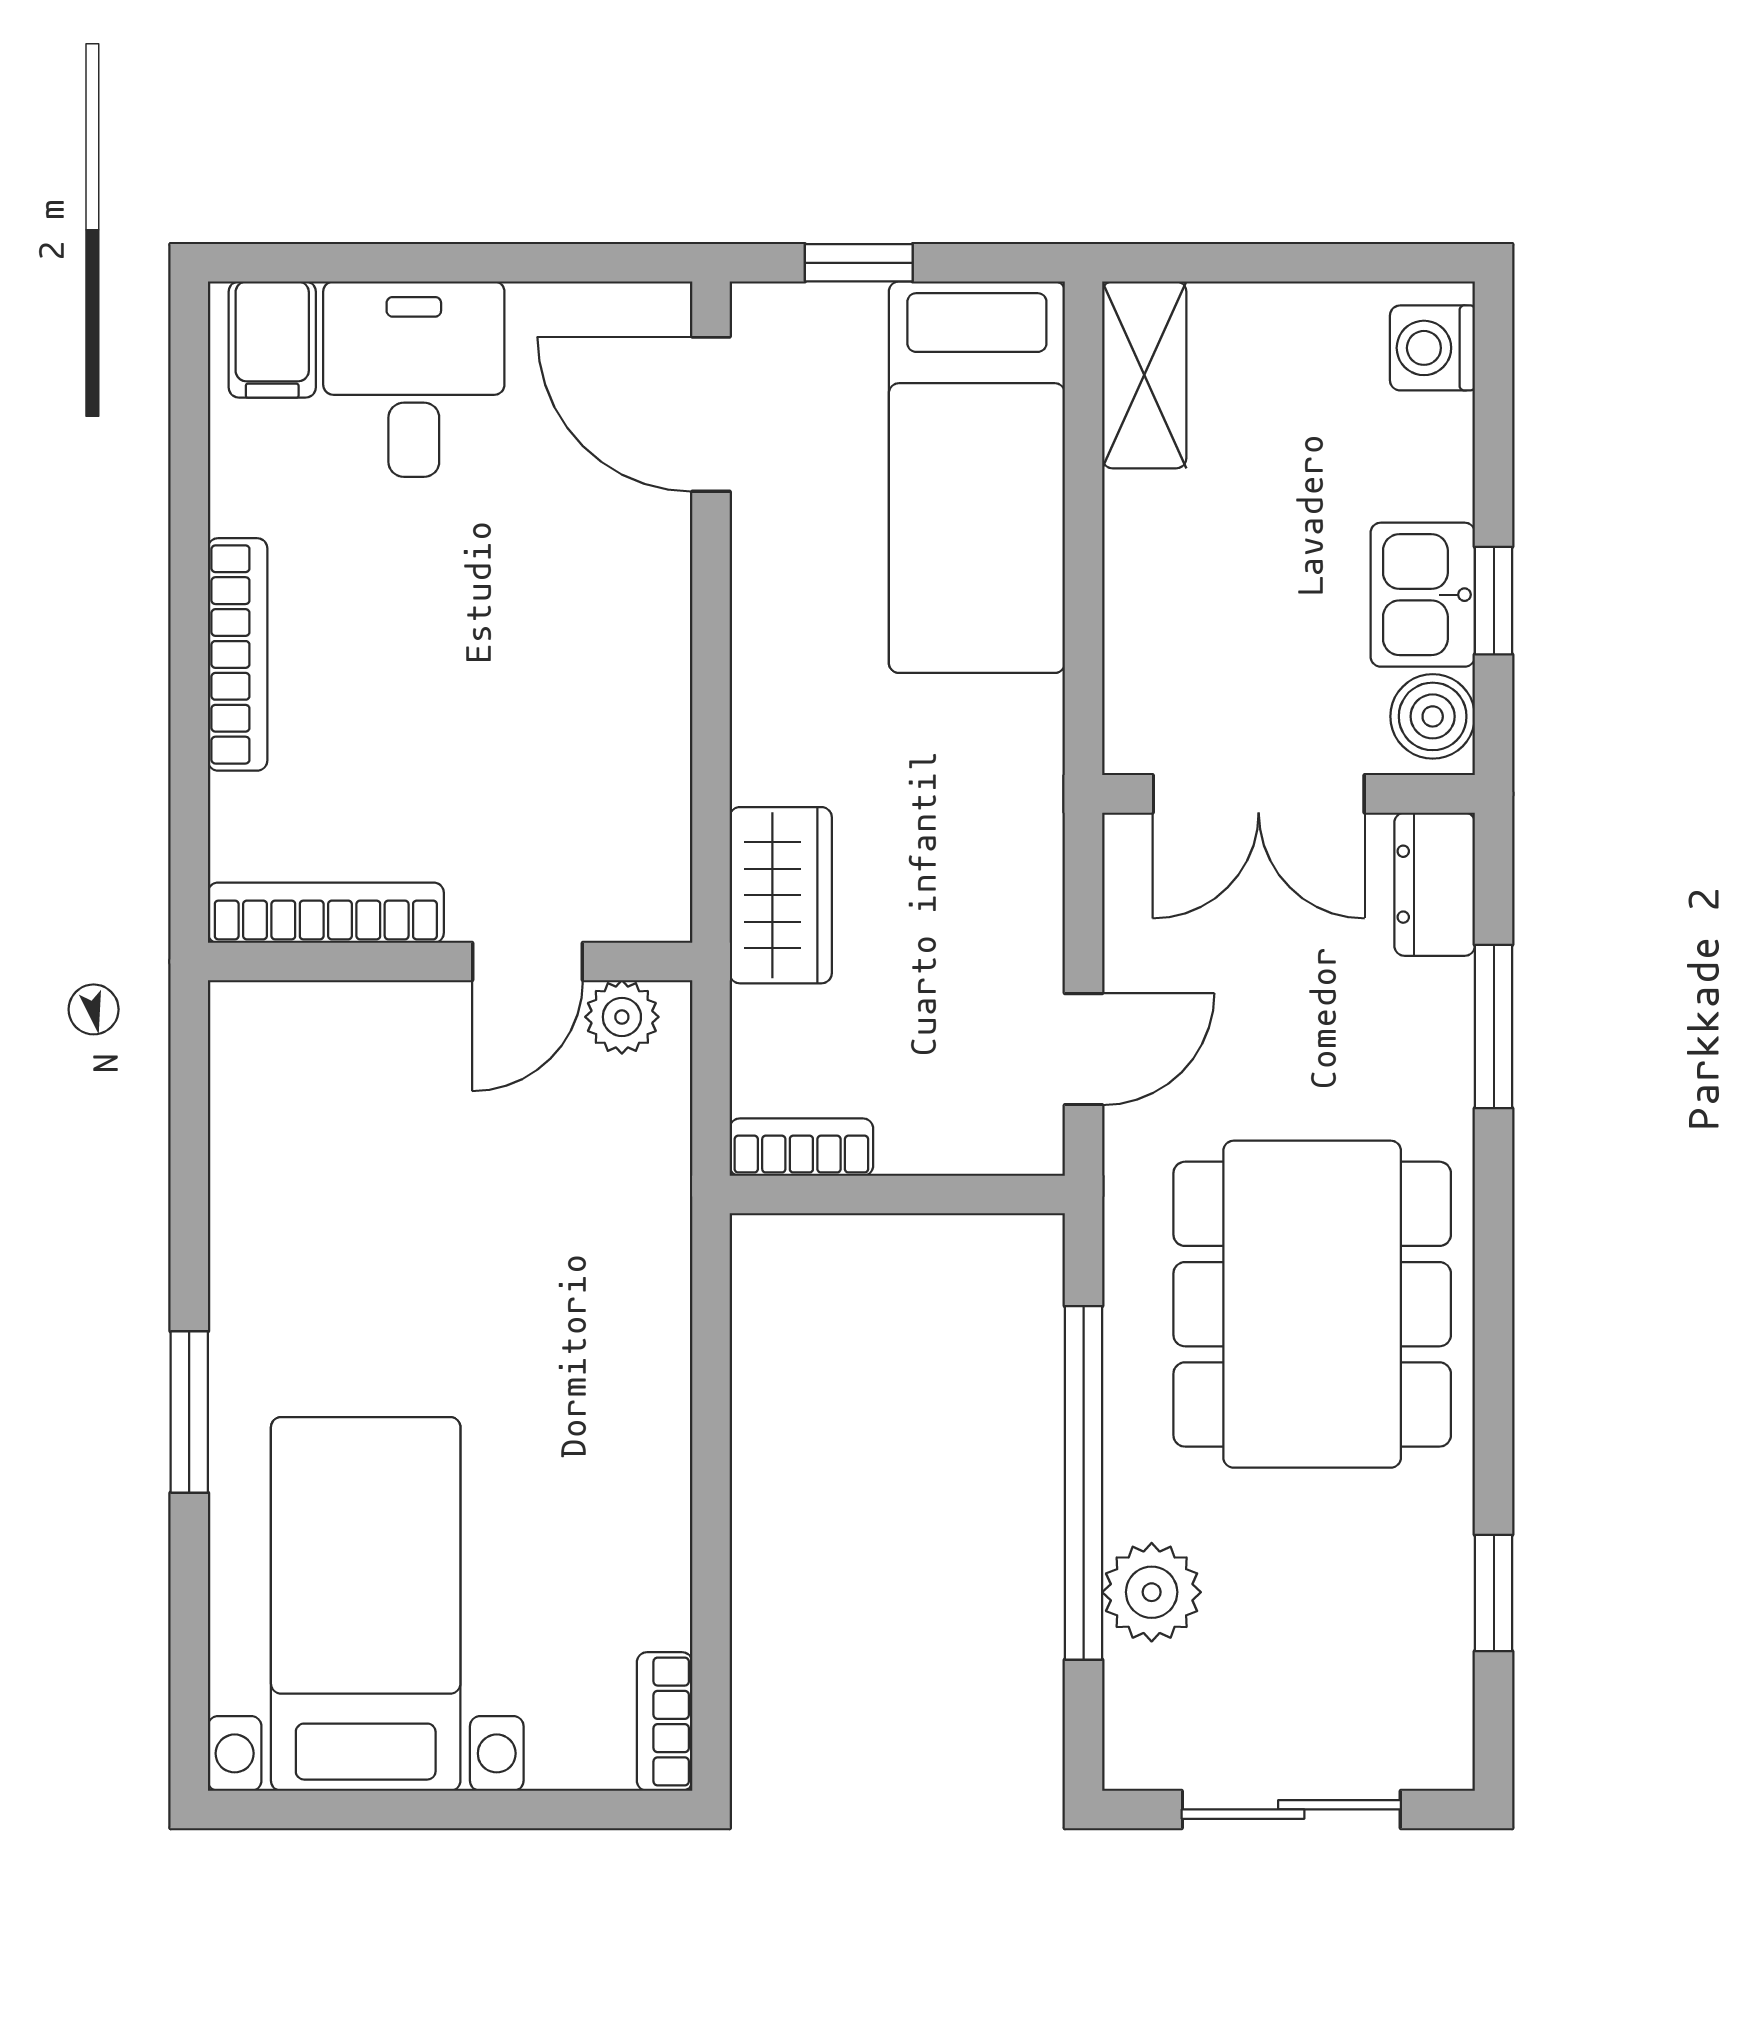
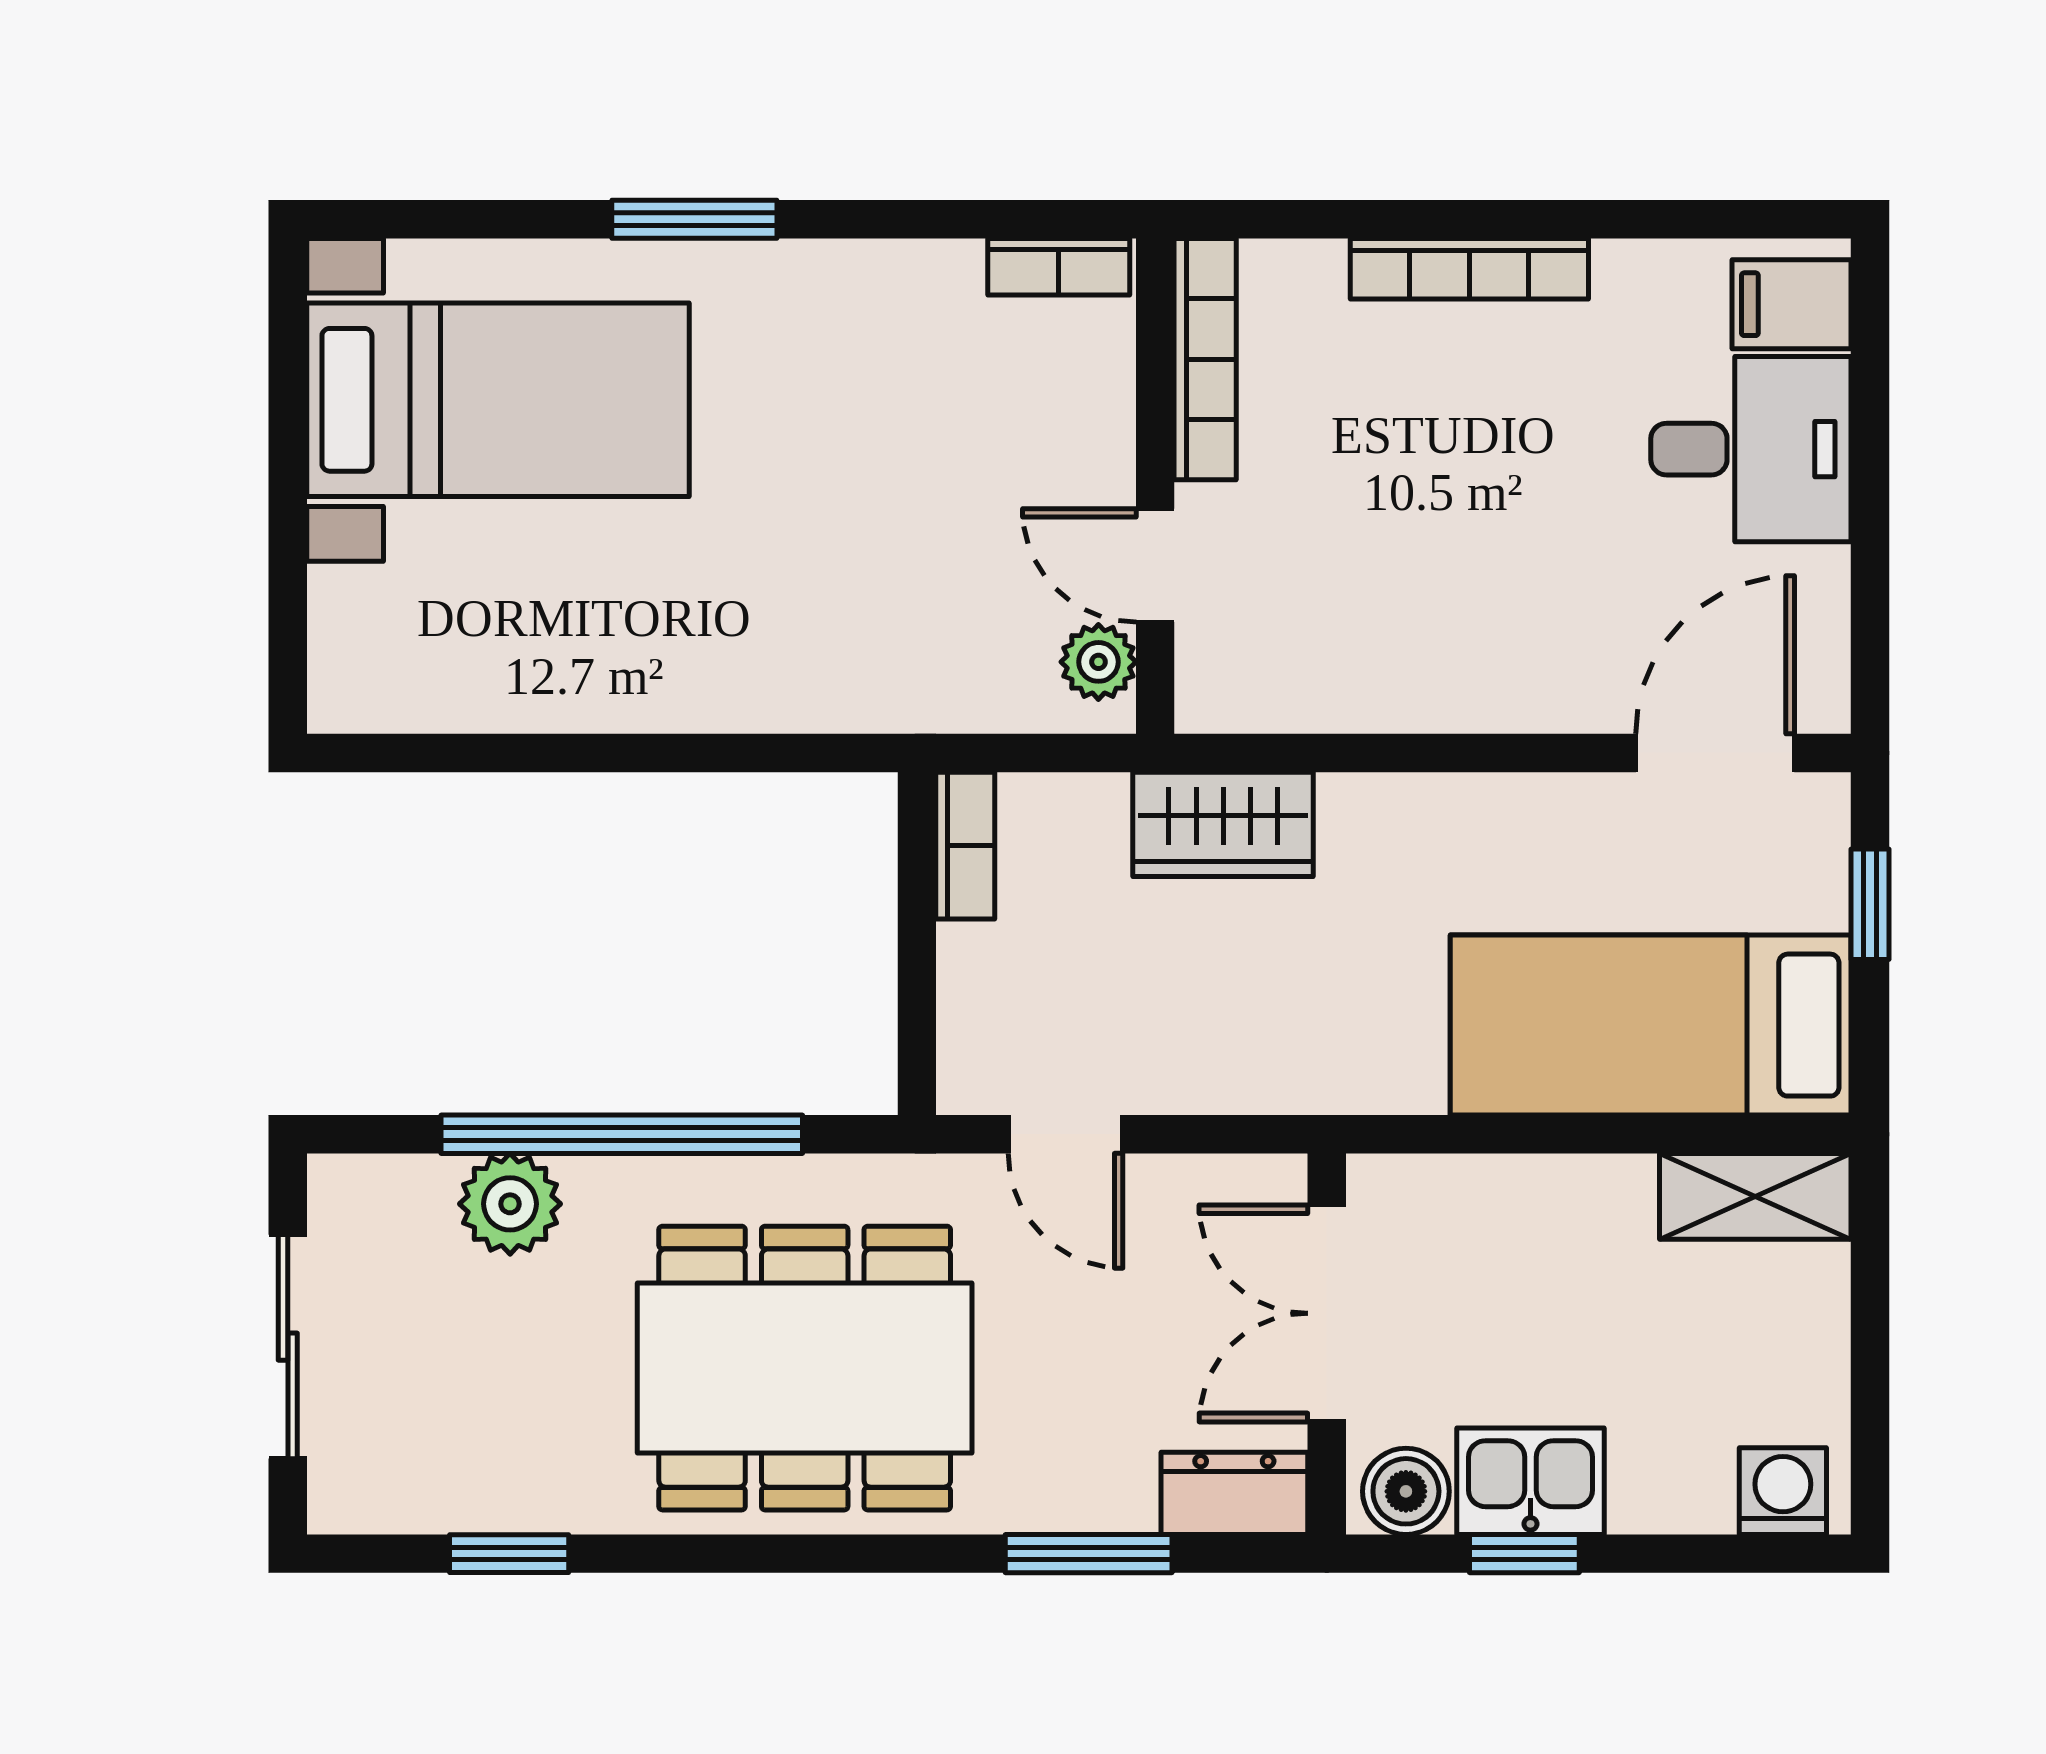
bookcase: (665, 1721) -> (1059, 267), moved, turned 180

